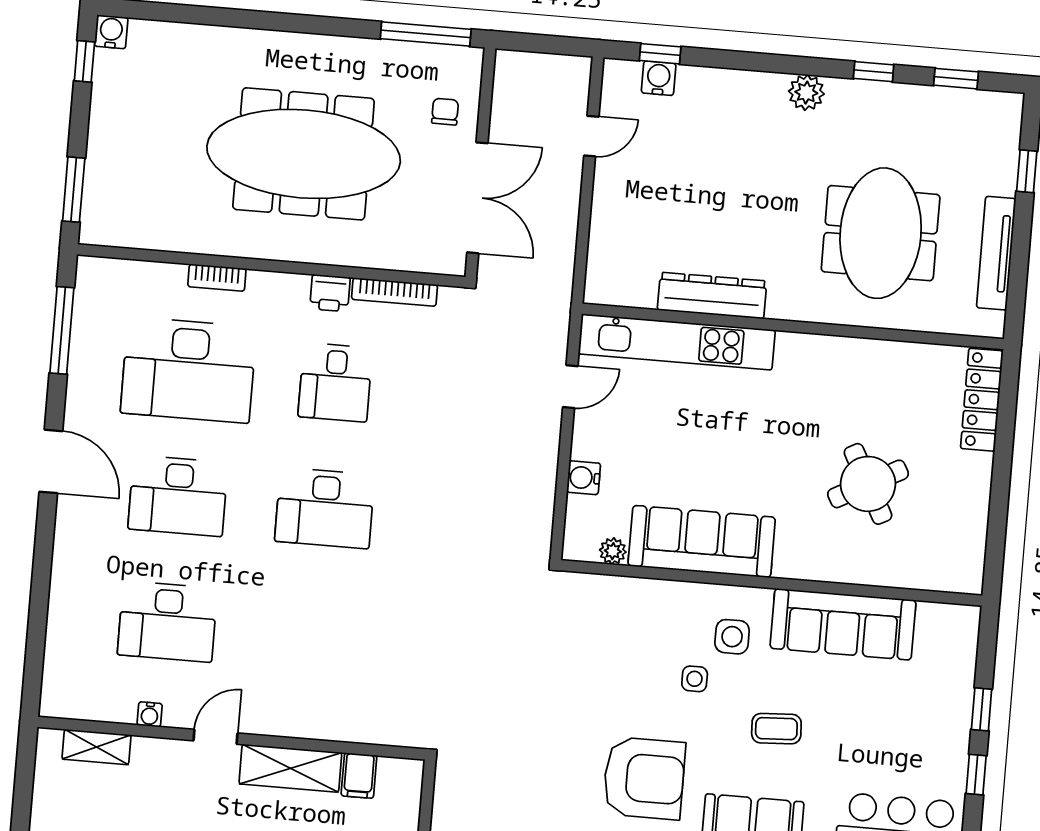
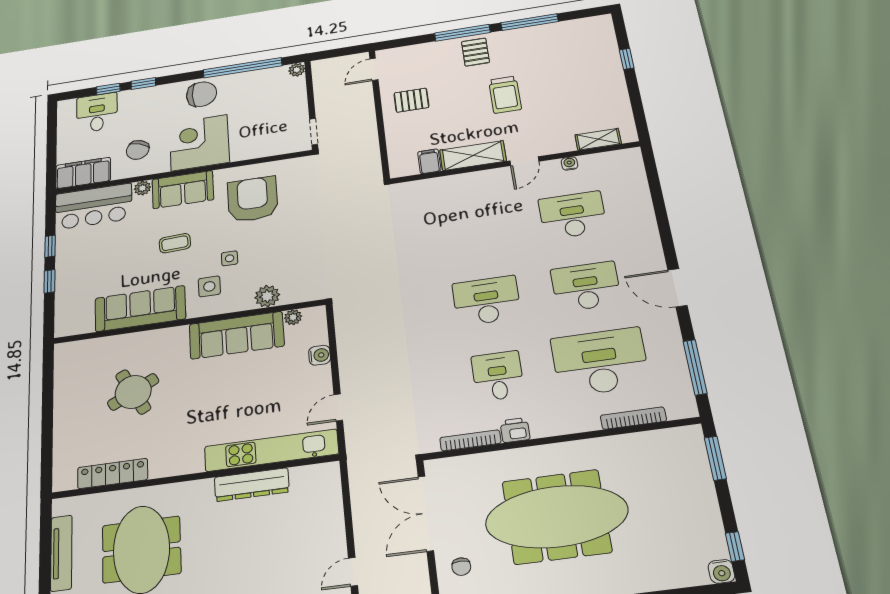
bookcase: (217, 278) -> (633, 418), moved, width x1.56
locker: (982, 400) -> (113, 473), moved, turned -90
plant: (646, 597) -> (267, 296), added
armchair: (644, 778) -> (253, 199), turned 90

